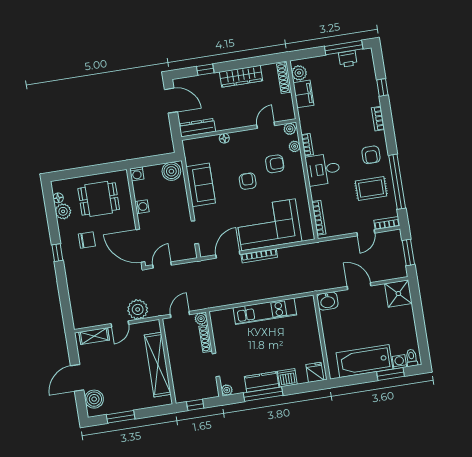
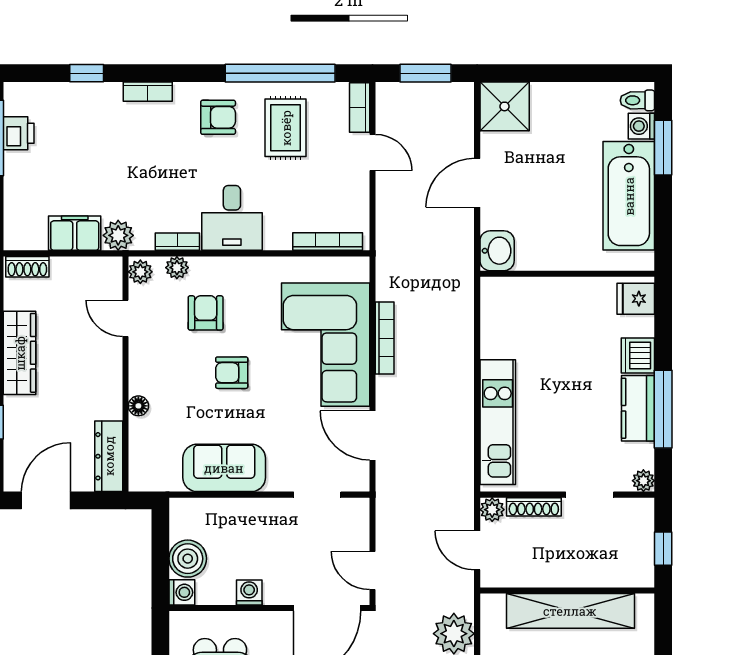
plant: (299, 73) -> (118, 235), moved
shoe rack: (284, 78) -> (27, 267), width x0.70
boiler: (171, 171) -> (188, 559), moved
bookcase: (259, 256) -> (385, 338), moved
kitchen unit: (265, 311) -> (498, 422), moved

